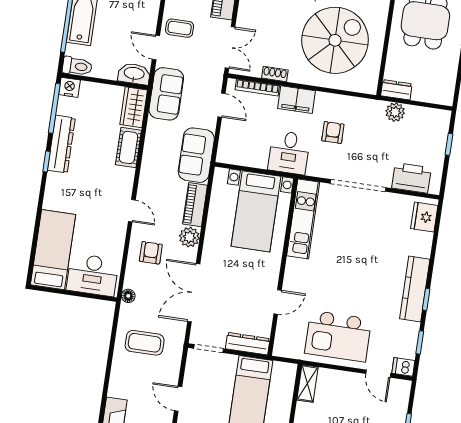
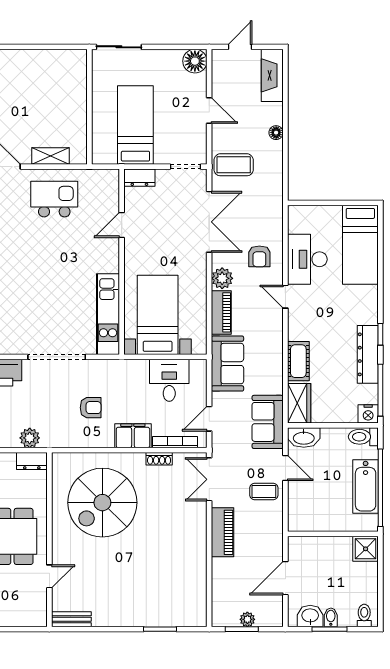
door: (221, 105) -> (209, 419), hinge flipped
armchair: (333, 132) -> (91, 408), turned -90
desk: (289, 152) -> (169, 380), moved
desk: (93, 275) -> (307, 259), moved, turned -90
floor lamp: (128, 296) -> (276, 133), moved
kitchen island: (338, 336) -> (54, 199), width x0.73, depth x0.78
coffee table: (145, 343) -> (234, 165), moved
dresser: (248, 344) -> (139, 178), width x0.70
shelving: (307, 384) -> (50, 156), moved, turned 90

